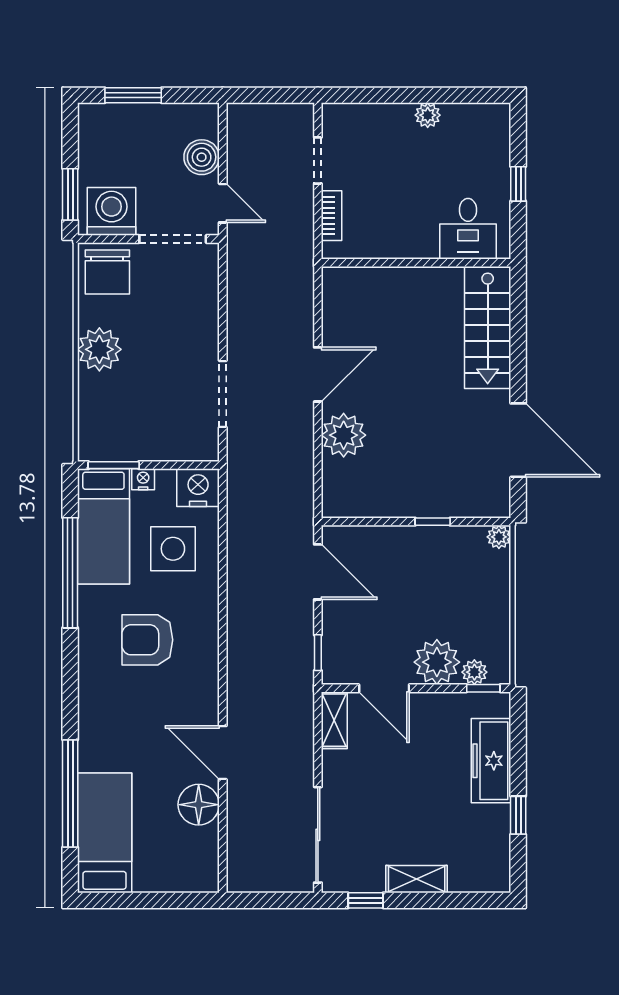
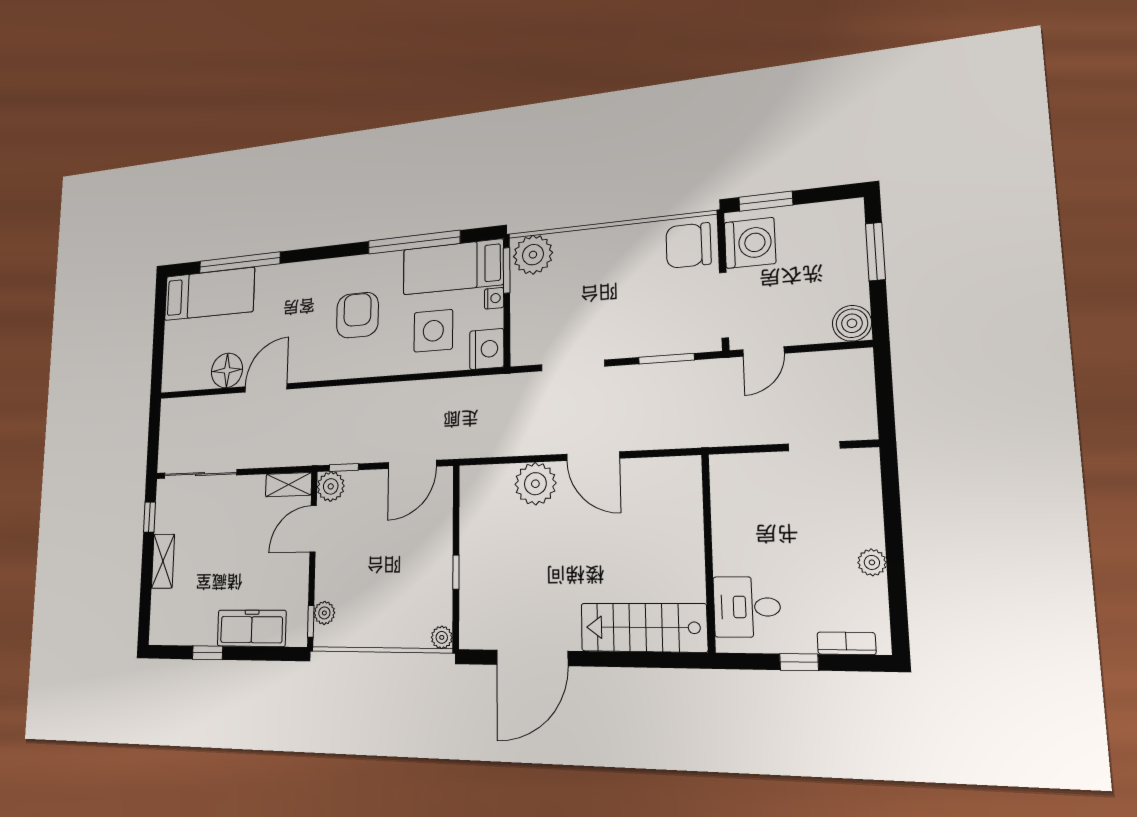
boiler: (202, 157) -> (852, 323), moved
bookcase: (332, 216) -> (846, 643), moved, turned 180
window: (223, 297) -> (666, 359), added
plant: (99, 349) -> (533, 255), moved
plant: (437, 662) -> (331, 486), moved, width x0.73, depth x0.73

